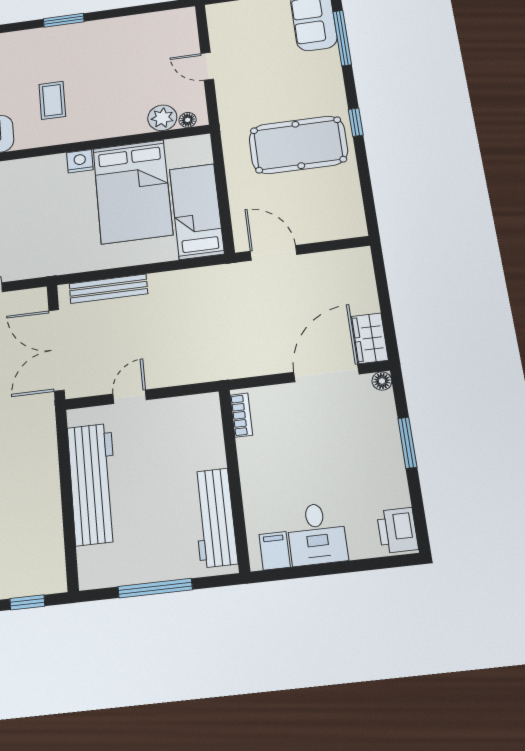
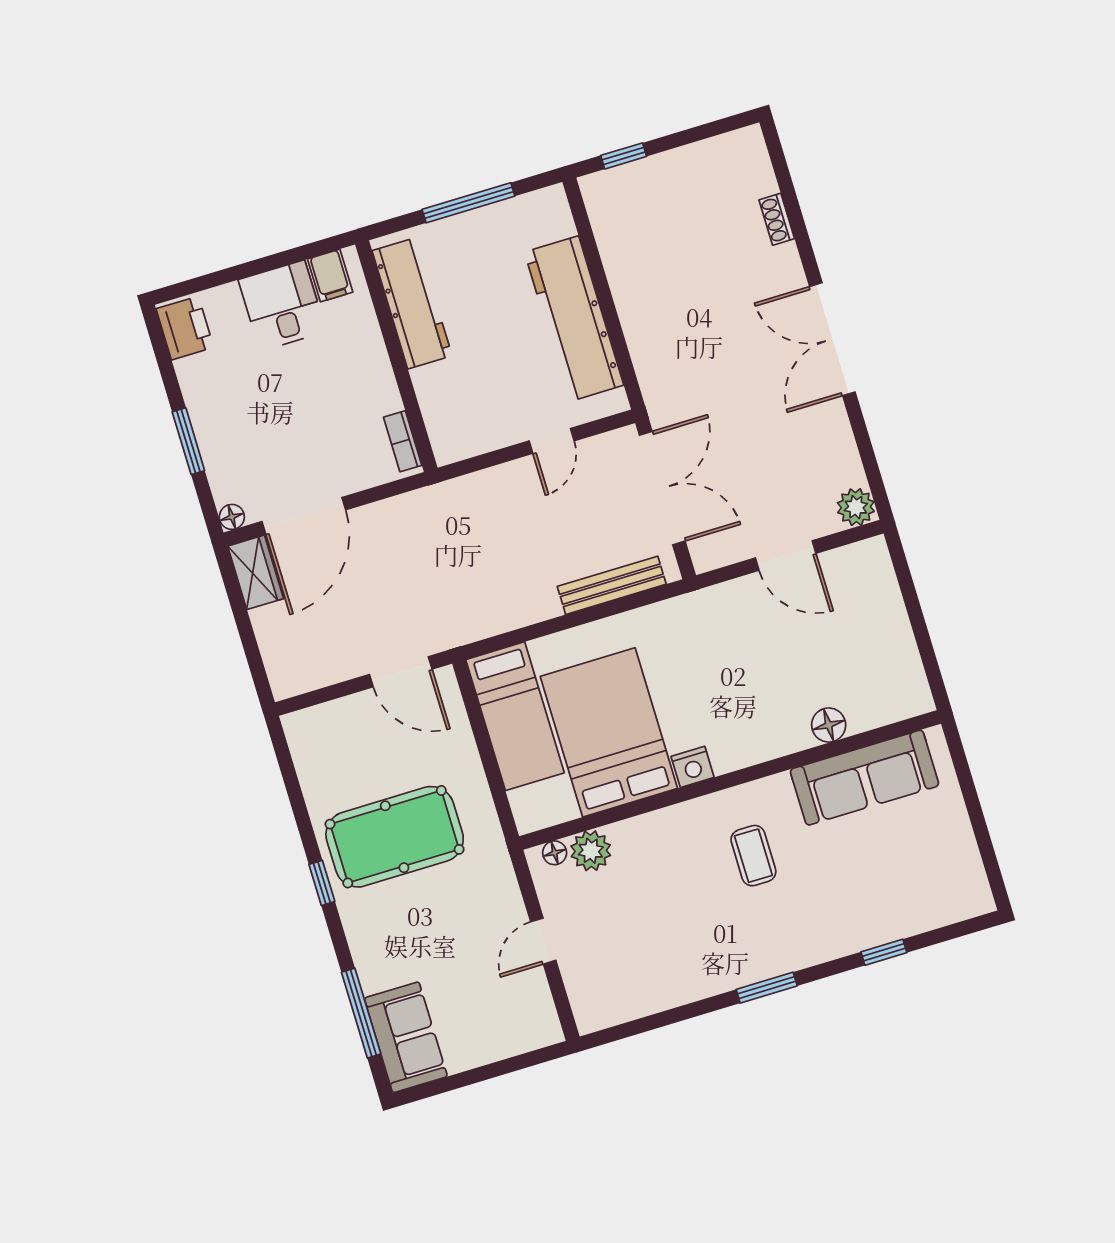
door: (207, 66) -> (543, 941), swing flipped

